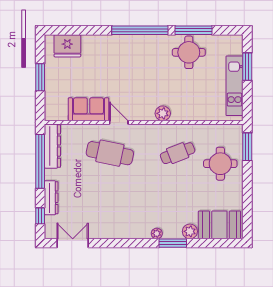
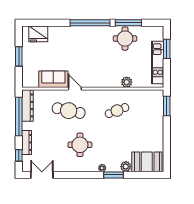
plant: (163, 113) -> (127, 82), moved
round table: (220, 164) -> (80, 145), moved

